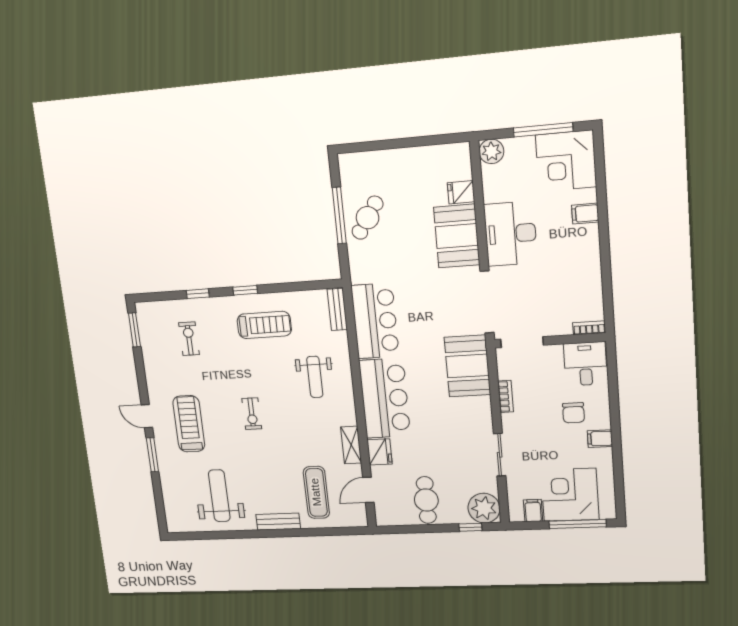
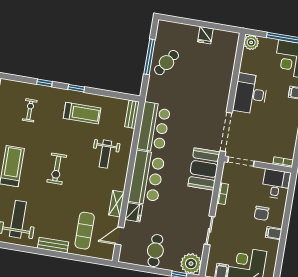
fridge: (461, 192) -> (205, 35), moved, turned -90
booth: (457, 236) -> (218, 87), removed
exercise bike: (252, 414) -> (57, 169), width x1.38, depth x1.39

